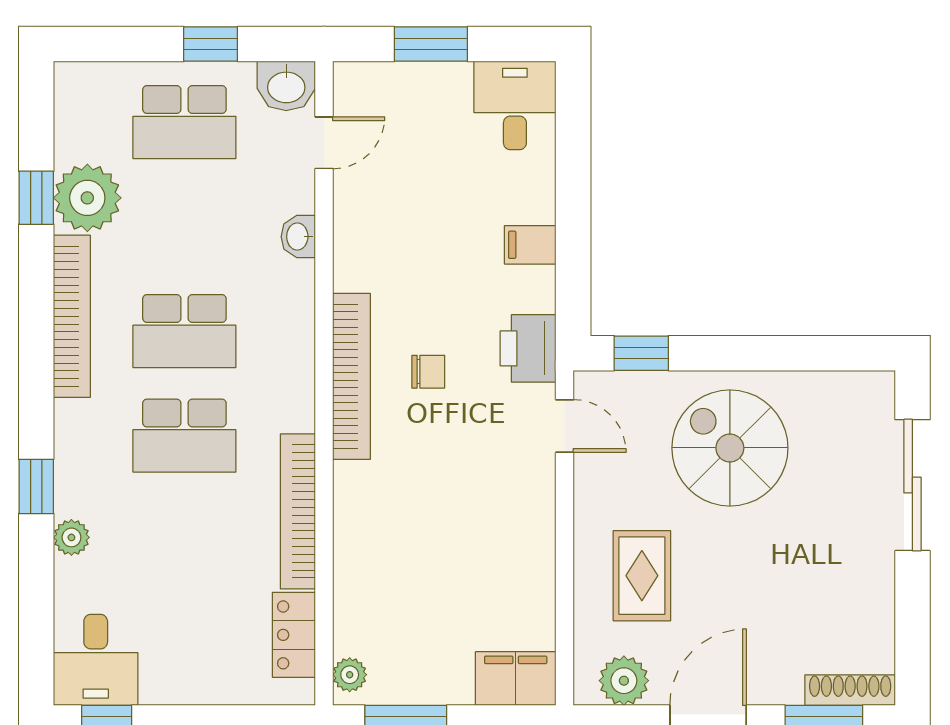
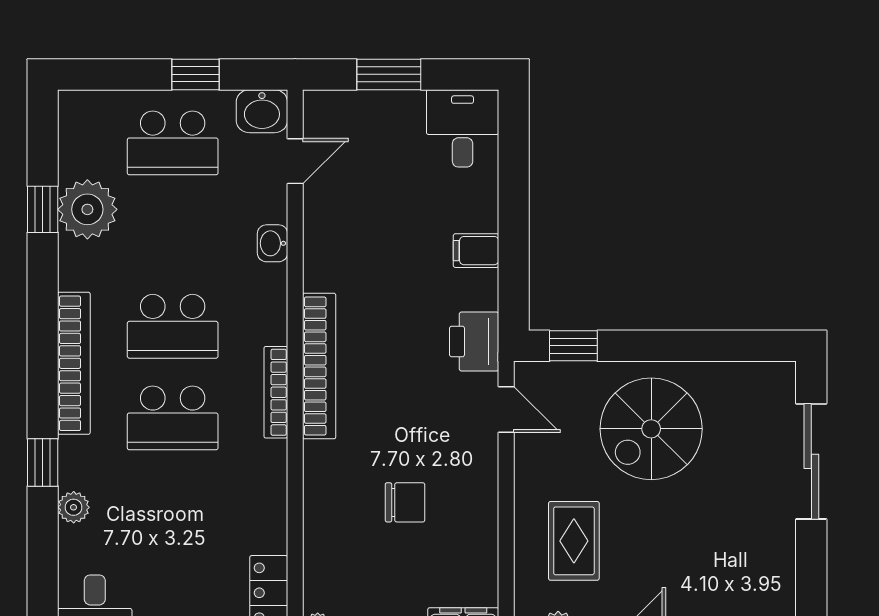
bookcase: (72, 316) -> (74, 363), moved
chair: (428, 372) -> (405, 502), moved, width x1.37, depth x1.37
spiral stairs: (730, 448) -> (651, 429), turned -90
bookcase: (298, 511) -> (276, 392), moved, width x0.68, depth x0.76

